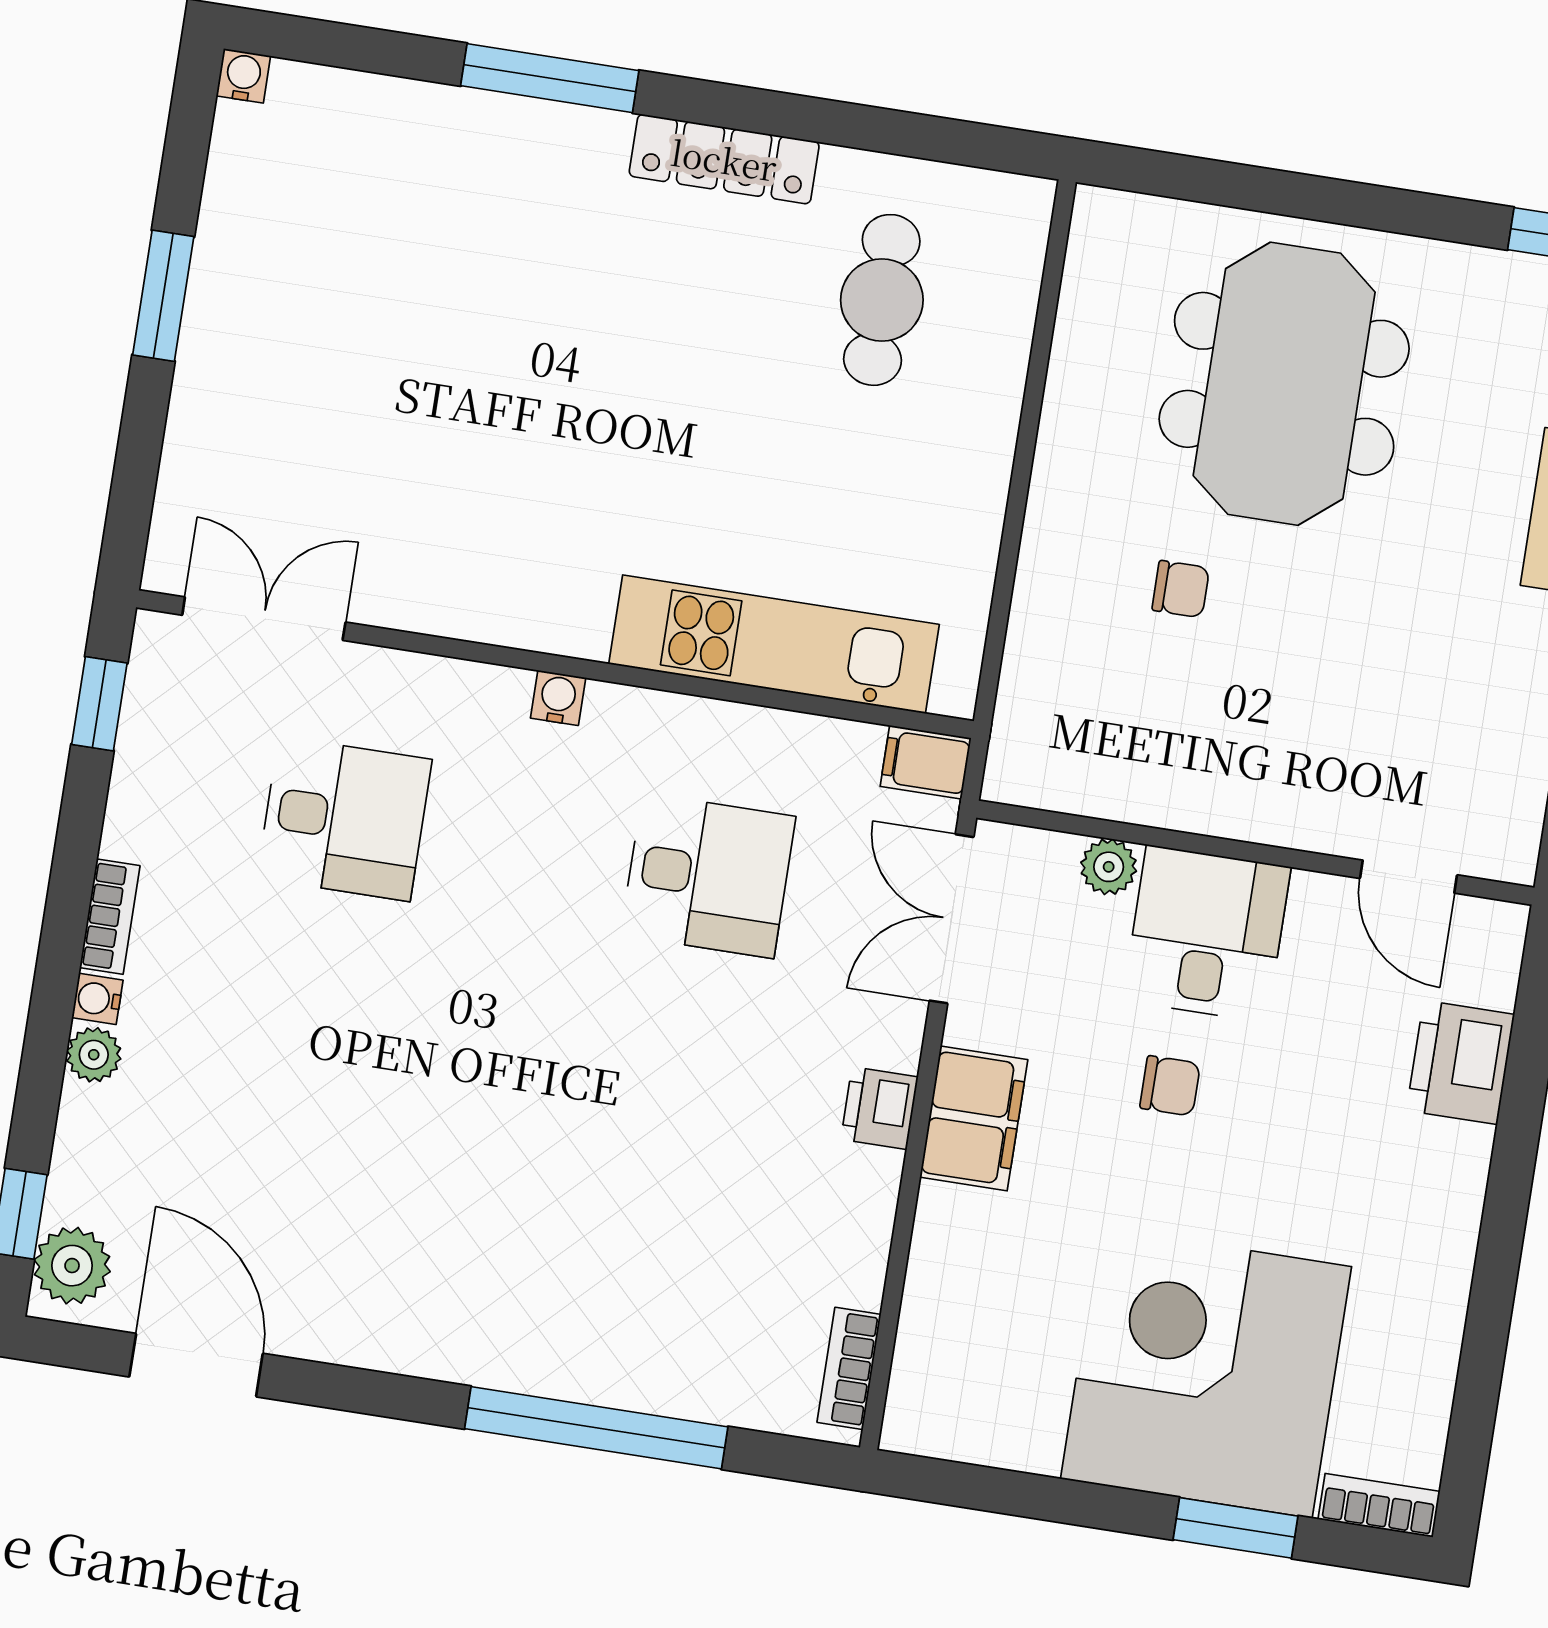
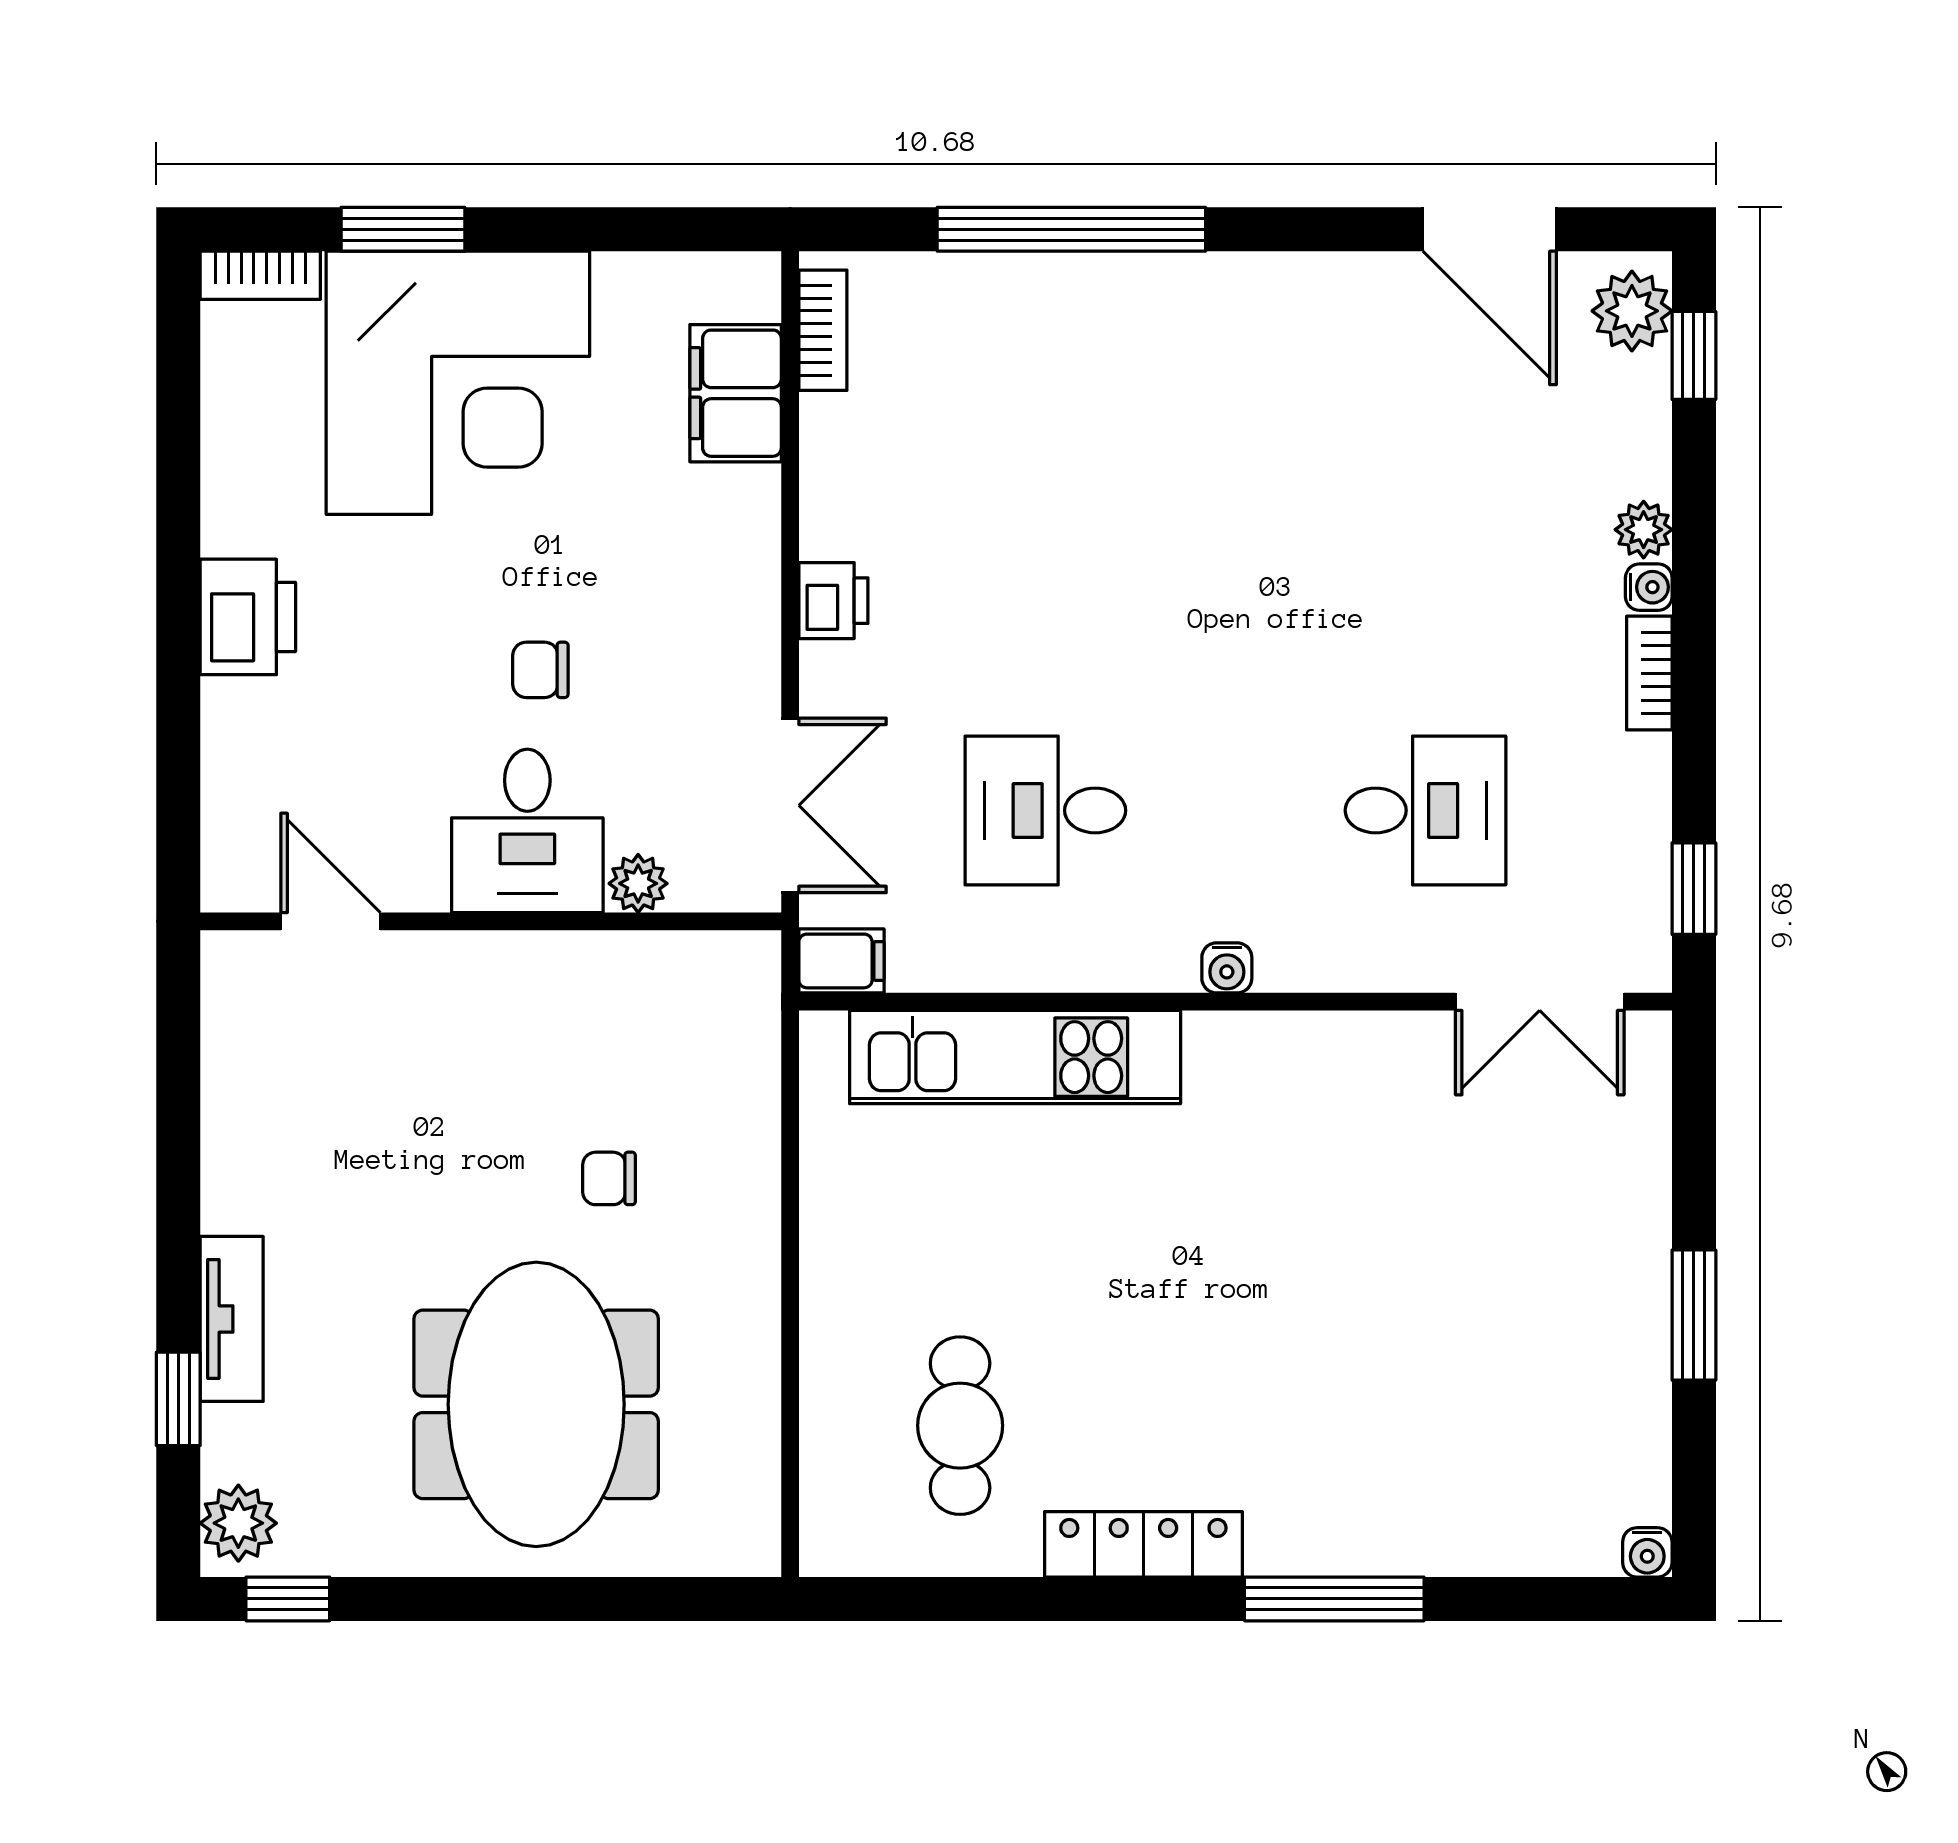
desk: (344, 819) -> (1425, 810), turned 180
printer: (1460, 1062) -> (248, 617), moved
filing cabinet: (974, 1118) -> (736, 393), moved

